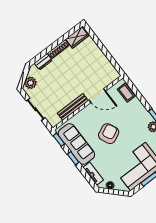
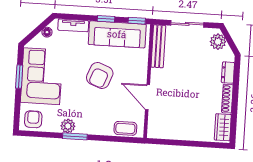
door: (97, 96) -> (147, 97), hinge flipped
bench: (73, 107) -> (158, 46), moved
armchair: (109, 134) -> (100, 76), turned 46

